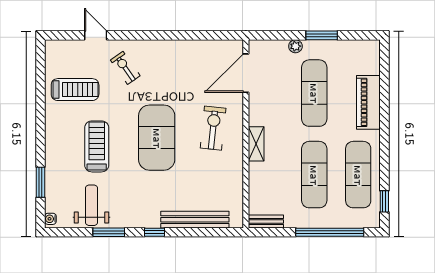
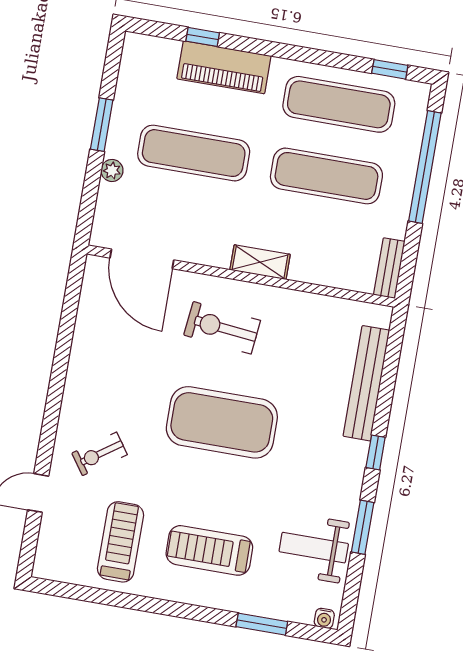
window: (384, 87) -> (203, 37), added
treadmill: (97, 146) -> (209, 550), moved

